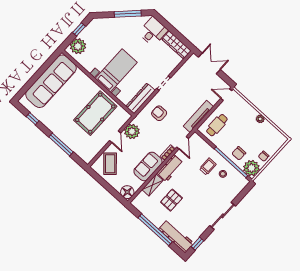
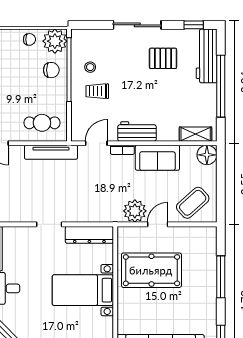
armchair: (159, 113) -> (87, 199), removed
shelving: (153, 185) -> (196, 134), moved
pallet: (171, 200) -> (163, 58), moved

